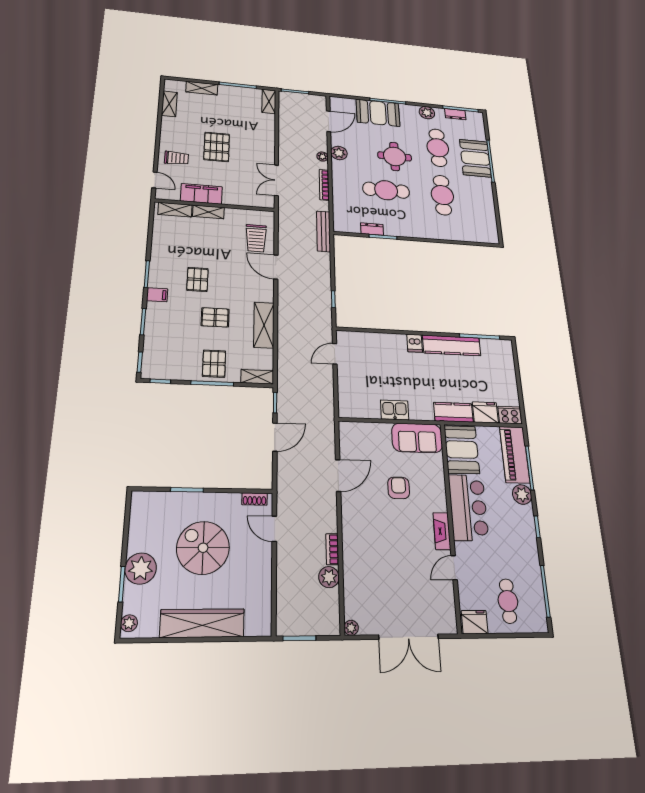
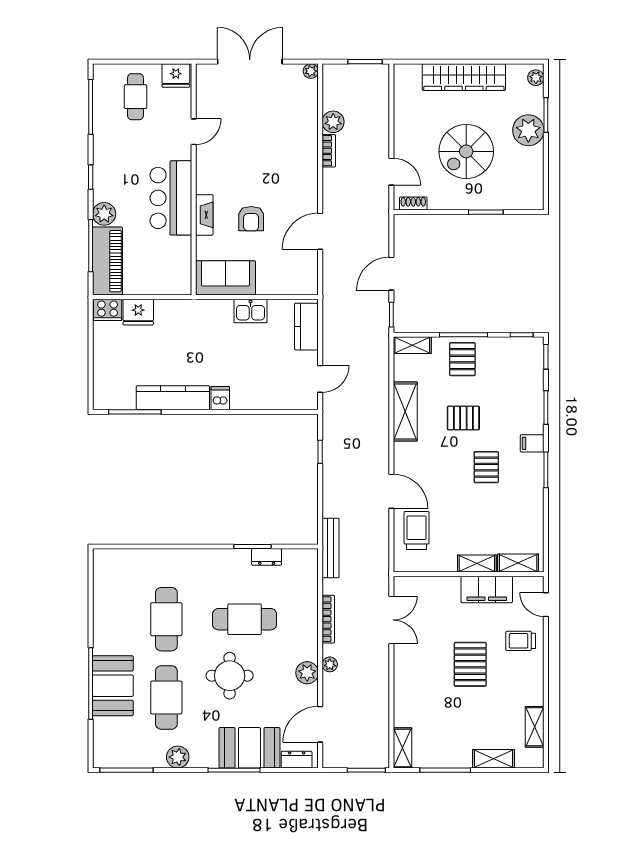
dresser: (455, 114) -> (297, 760), moved
kitchen counter: (453, 412) -> (306, 327), moved, turned 90
booth: (462, 450) -> (172, 265), removed
fireplace: (442, 531) -> (204, 215), moved
spiral stairs: (203, 548) -> (466, 151), turned 90

